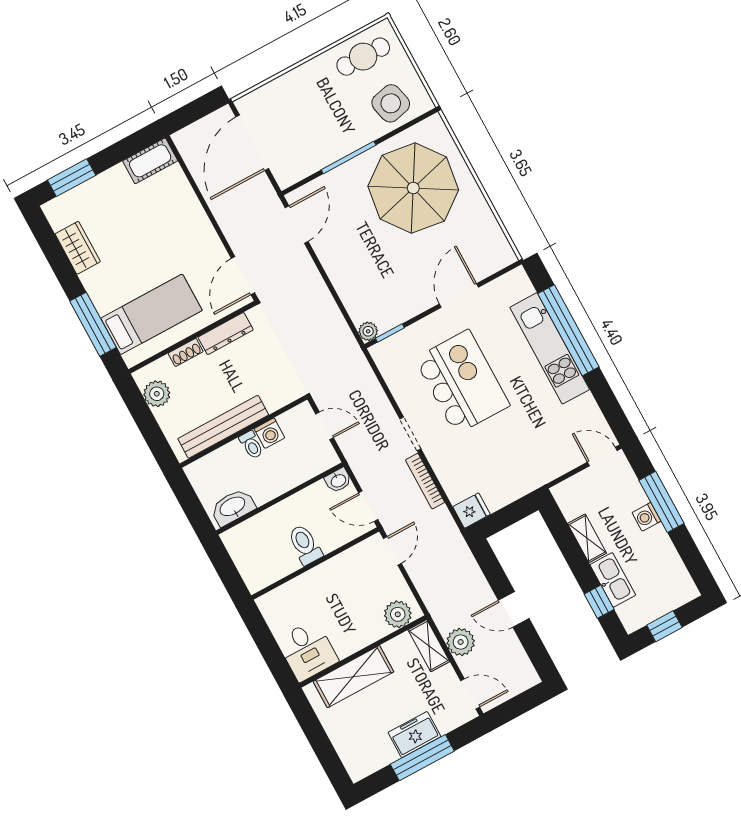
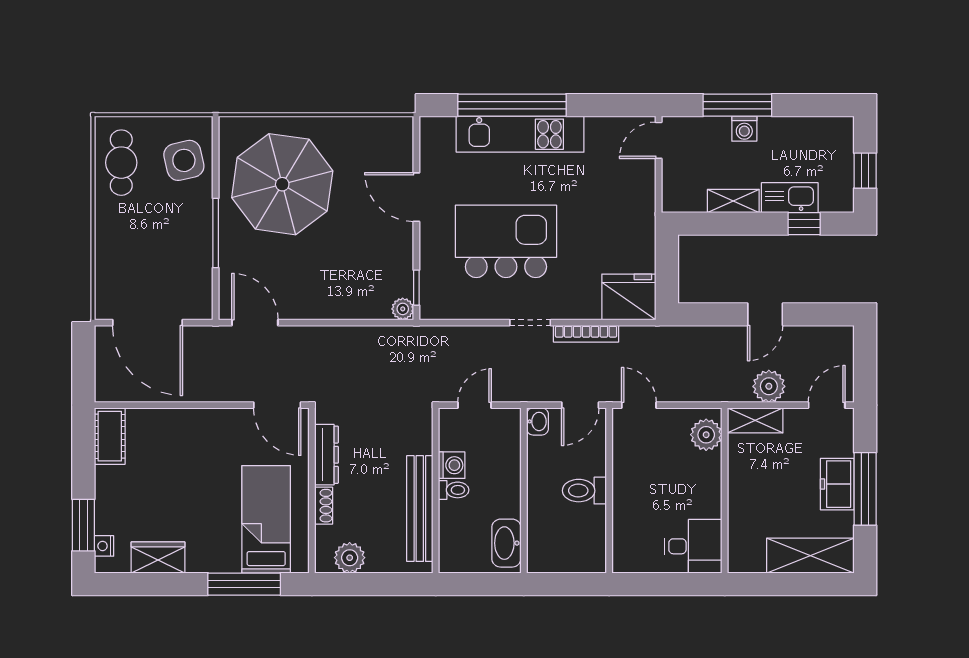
nightstand: (64, 202) -> (104, 546), added
fridge: (472, 511) -> (629, 297), width x1.88, depth x1.34
shelving: (353, 677) -> (810, 556), moved, turned 90

